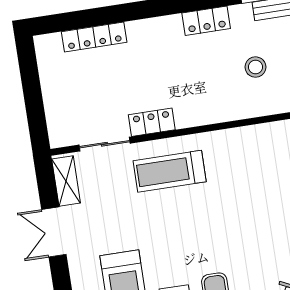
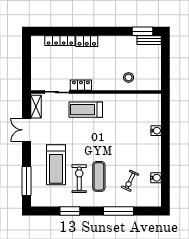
locker: (206, 21) -> (87, 41), moved
stool: (256, 67) -> (129, 77), moved

